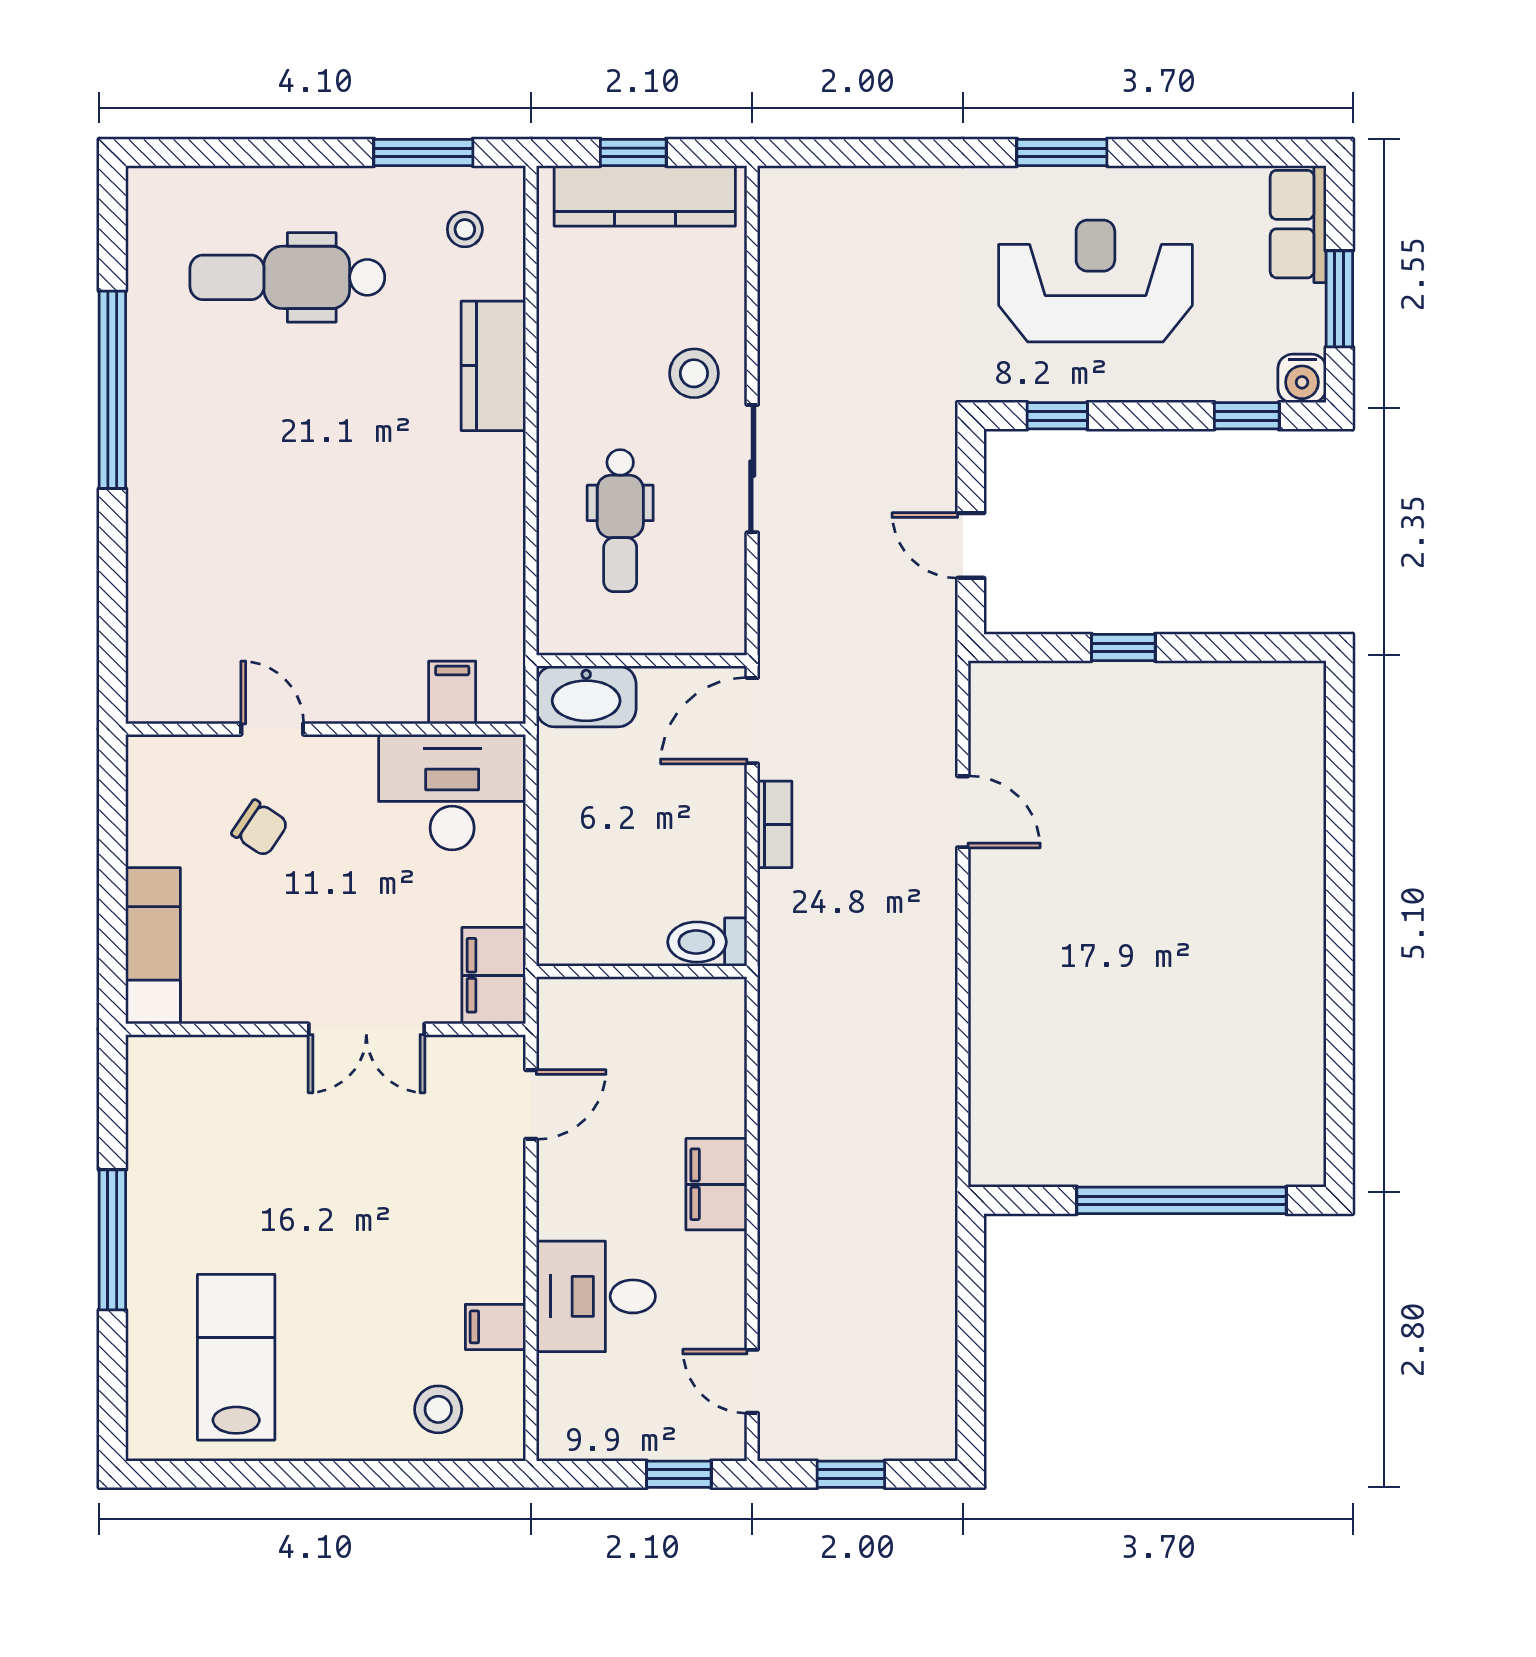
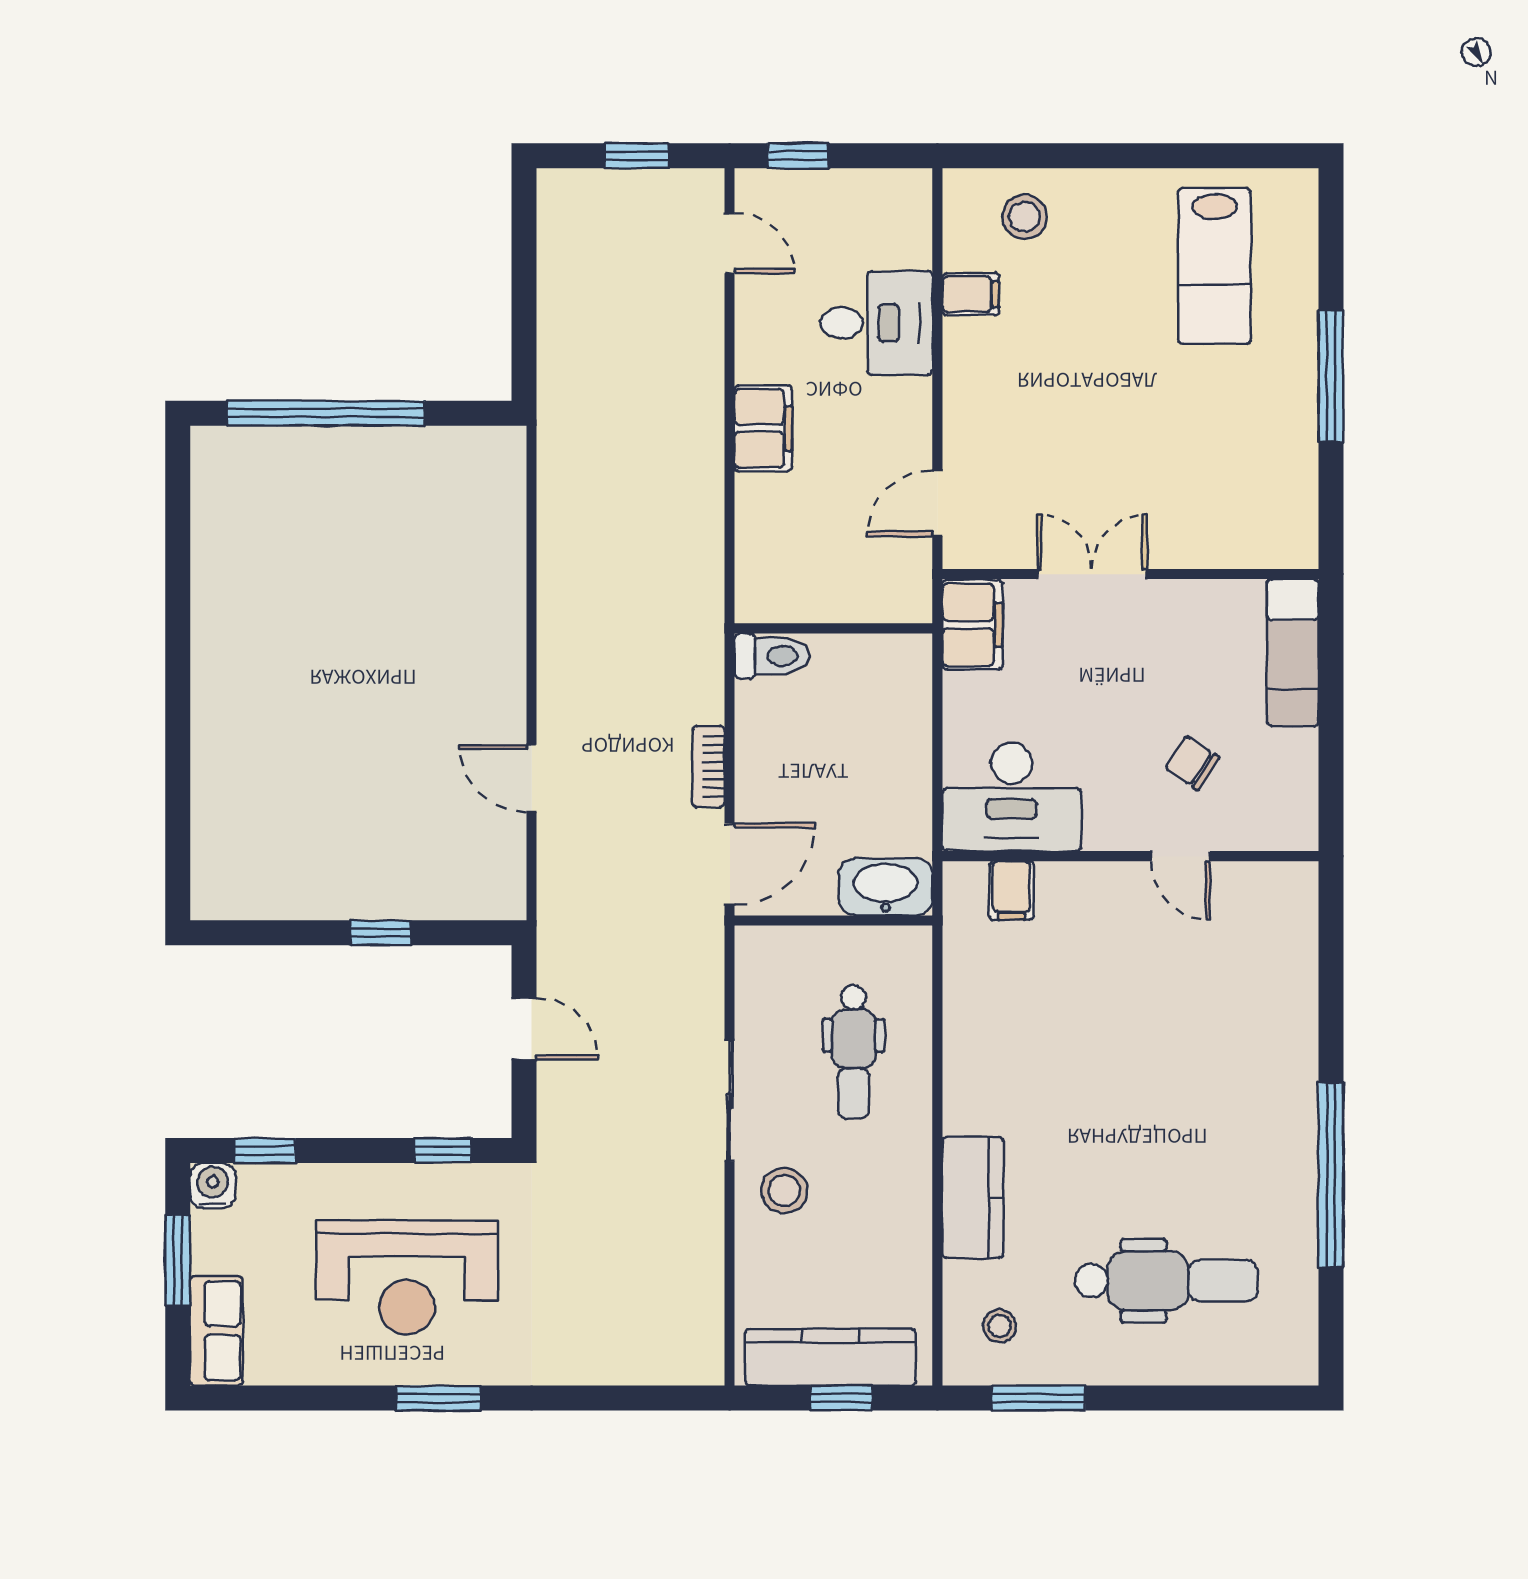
dental chair: (620, 521) -> (854, 1052), turned 180

